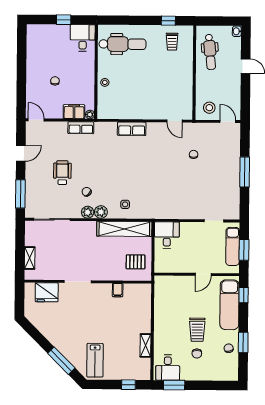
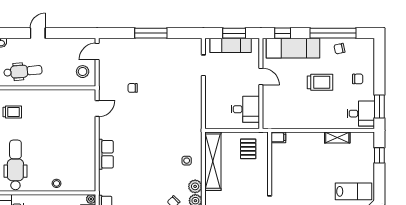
desk: (167, 235) -> (245, 109), moved, turned 180
filing cabinet: (118, 290) -> (278, 137), moved
window: (243, 342) -> (333, 33), width x2.11
chair: (197, 353) -> (358, 79), moved

